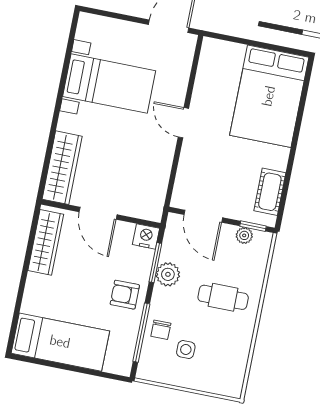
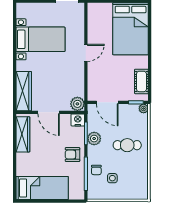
door: (183, 123) -> (86, 53), swing flipped
plant: (151, 208) -> (77, 104), added
plant: (244, 235) -> (144, 109), moved

